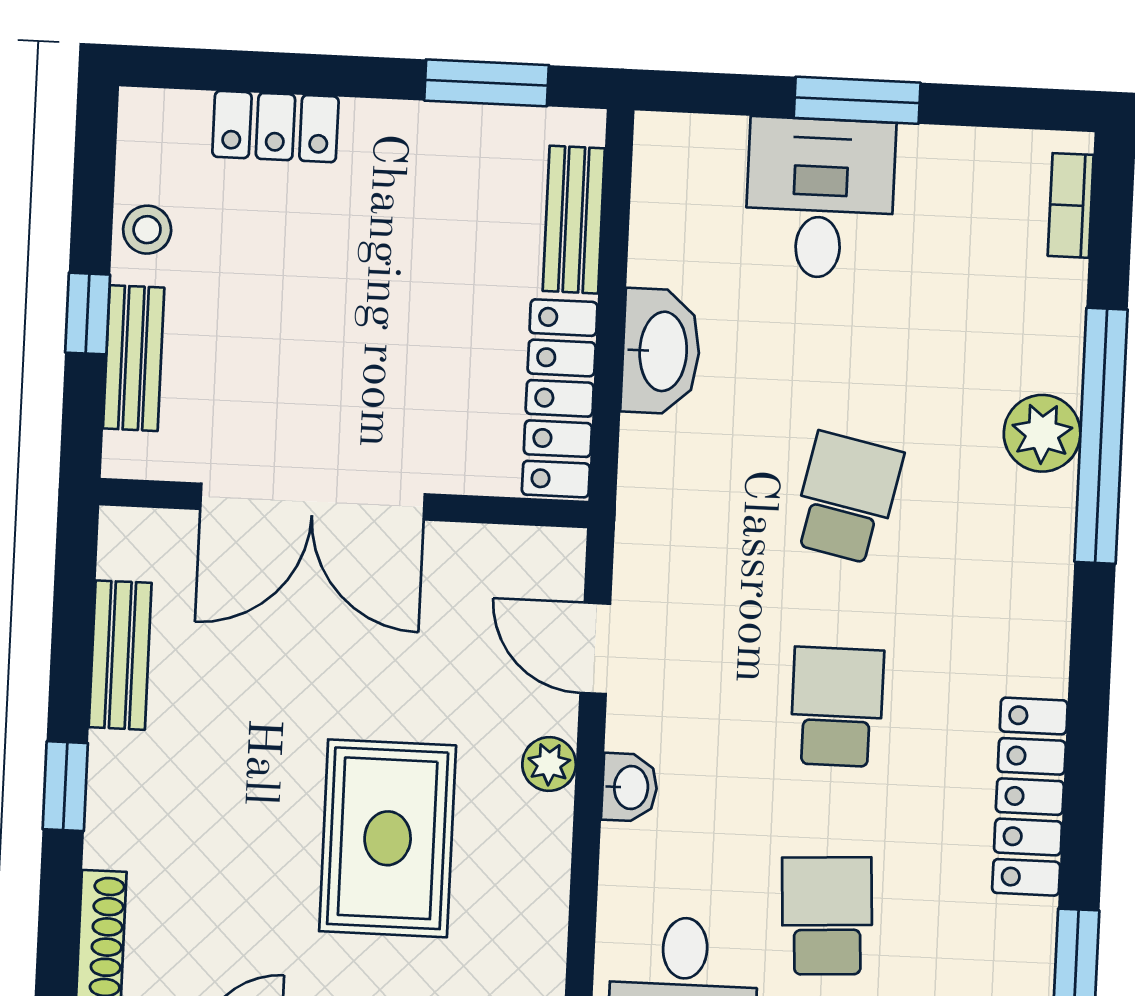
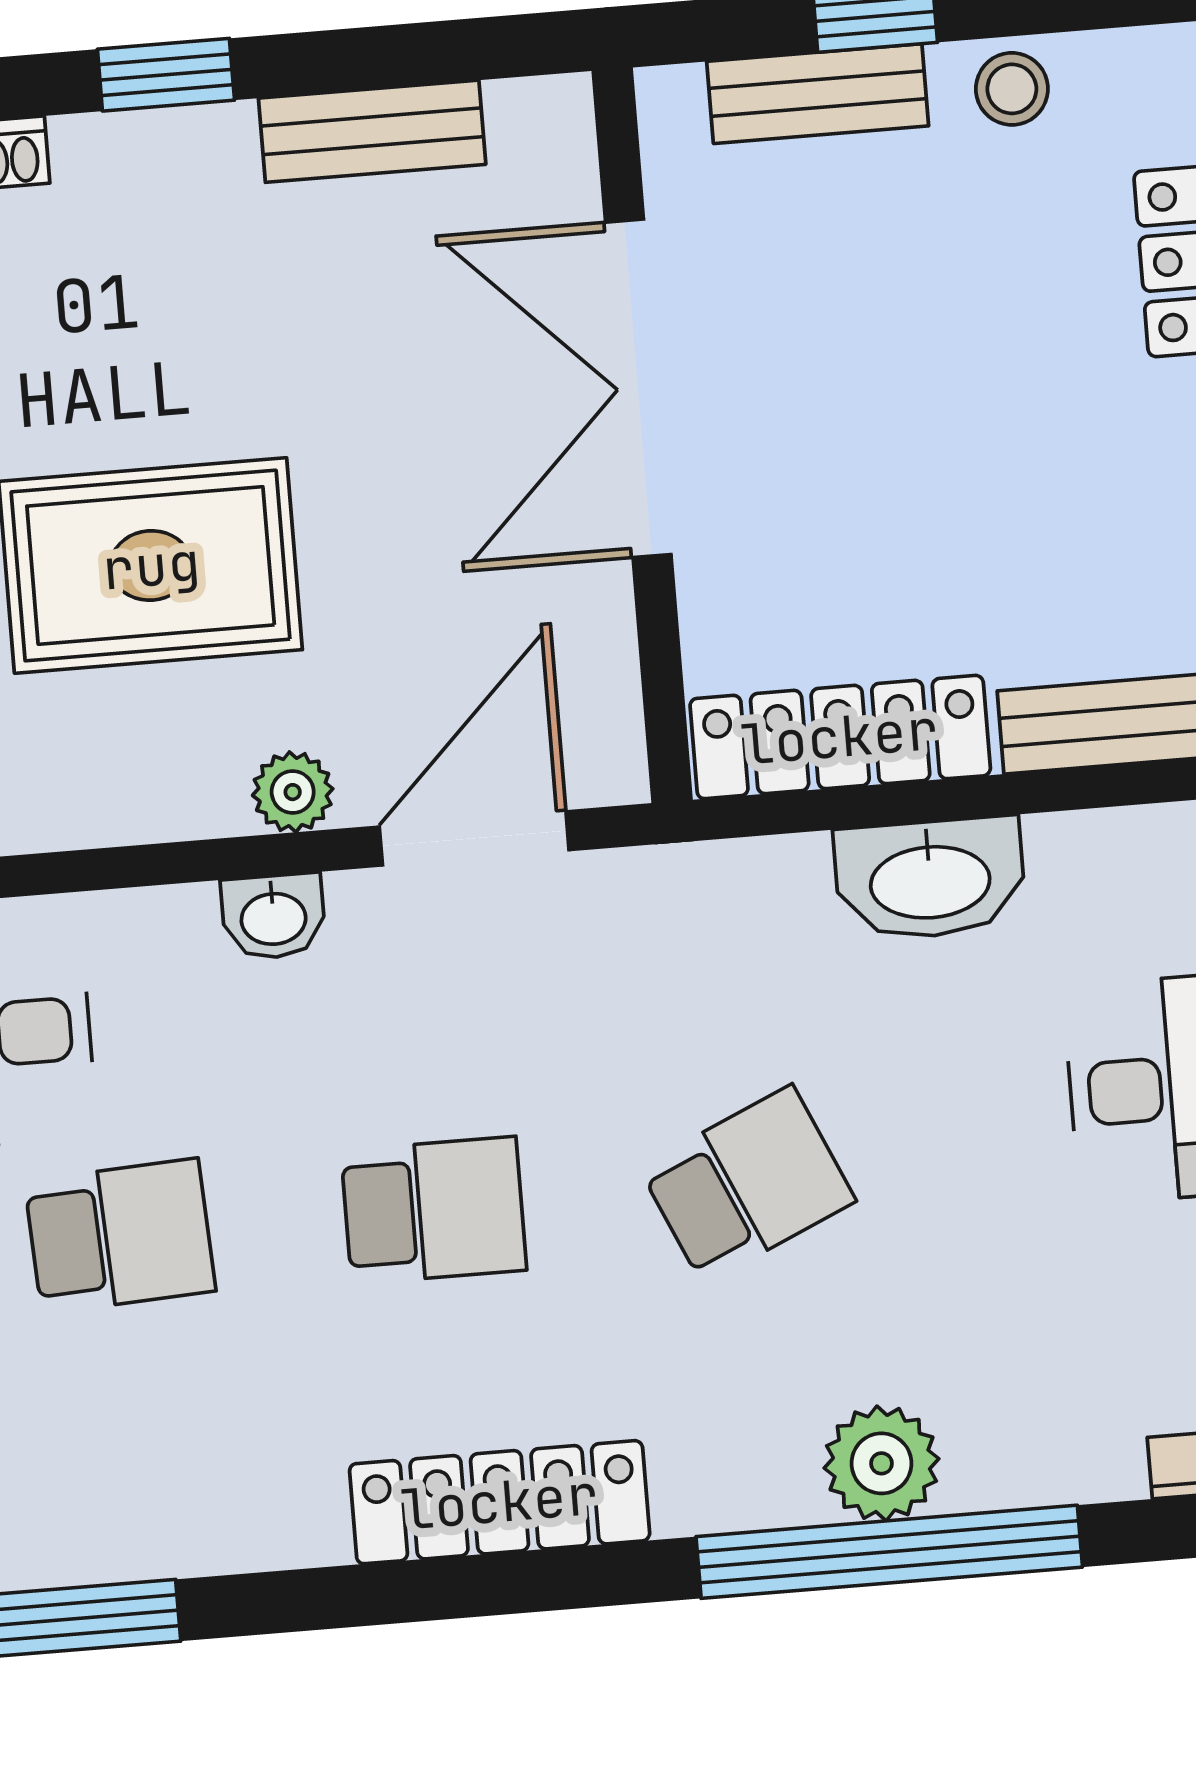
school desk: (847, 498) -> (747, 1184), turned -36
door: (595, 648) -> (474, 838), width x1.38
locker: (1030, 797) -> (500, 1502), moved

